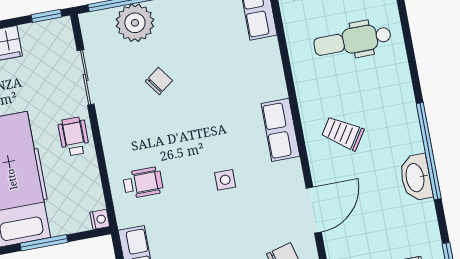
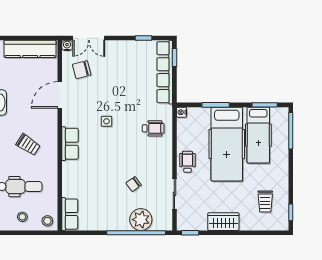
trolley: (343, 133) -> (28, 145), moved
wheelchair: (74, 136) -> (187, 162), turned 180
wheelchair: (143, 183) -> (153, 128), turned 180

